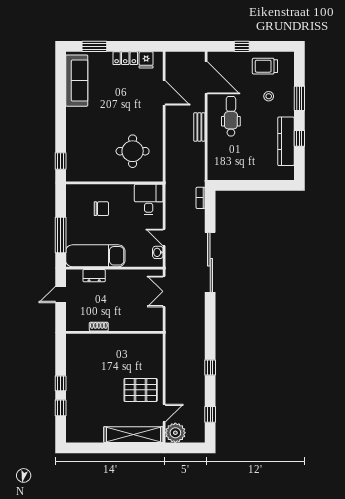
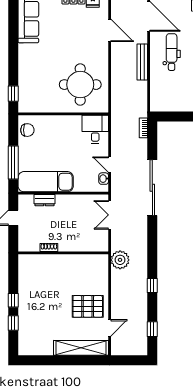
bench: (199, 127) -> (142, 62), width x1.36
round table: (133, 151) -> (80, 85), width x1.36, depth x1.36
chair: (101, 209) -> (27, 130), moved
plant: (175, 433) -> (120, 260), moved

